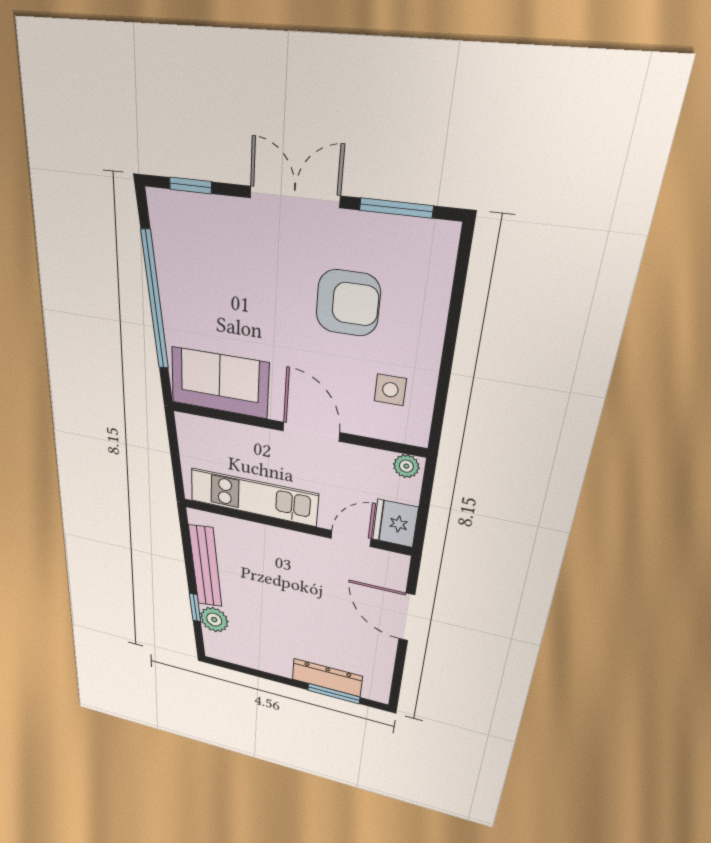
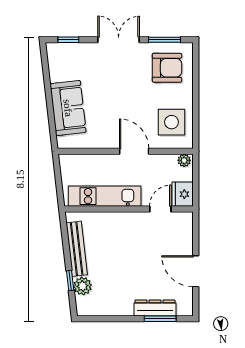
window: (155, 301) -> (49, 96), removed
armchair: (348, 303) -> (167, 68), moved
sofa: (220, 383) -> (68, 108), moved, turned 83
side table: (390, 390) -> (172, 122), width x1.87, depth x1.87
door: (407, 617) -> (196, 271), moved

